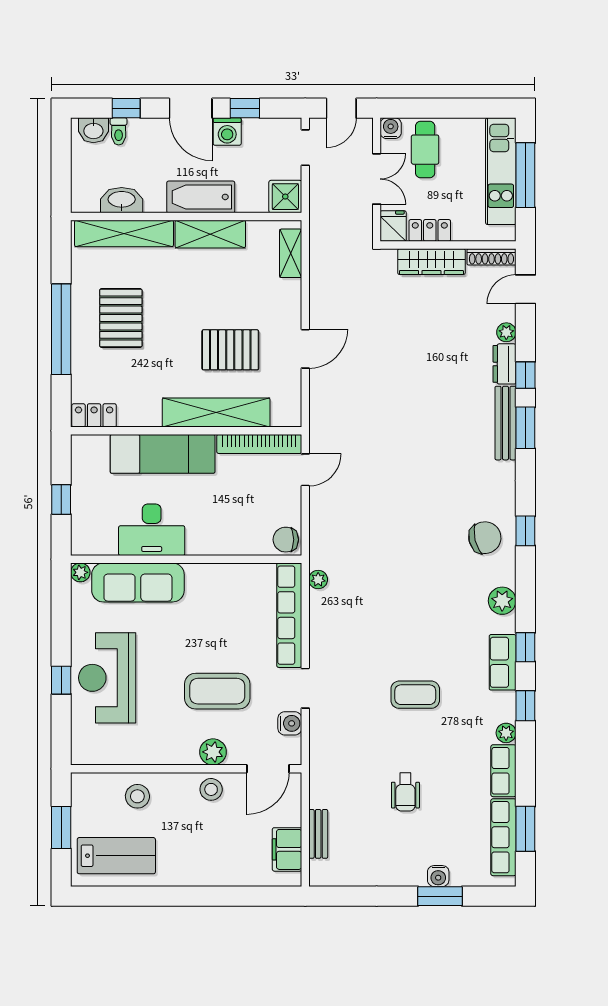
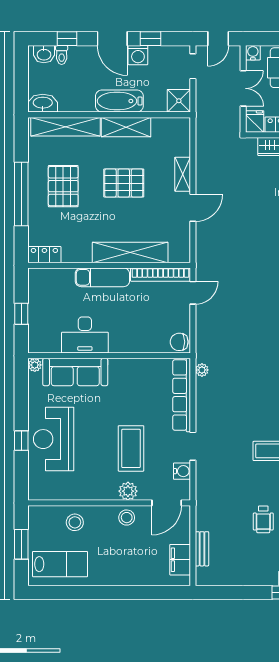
washbasin: (122, 200) -> (43, 103), moved
shelving: (291, 253) -> (183, 174), moved
pallet: (230, 350) -> (124, 183), moved
exam couch: (163, 454) -> (102, 277), width x0.73, depth x0.69
coffee table: (217, 691) -> (131, 448), turned 90

